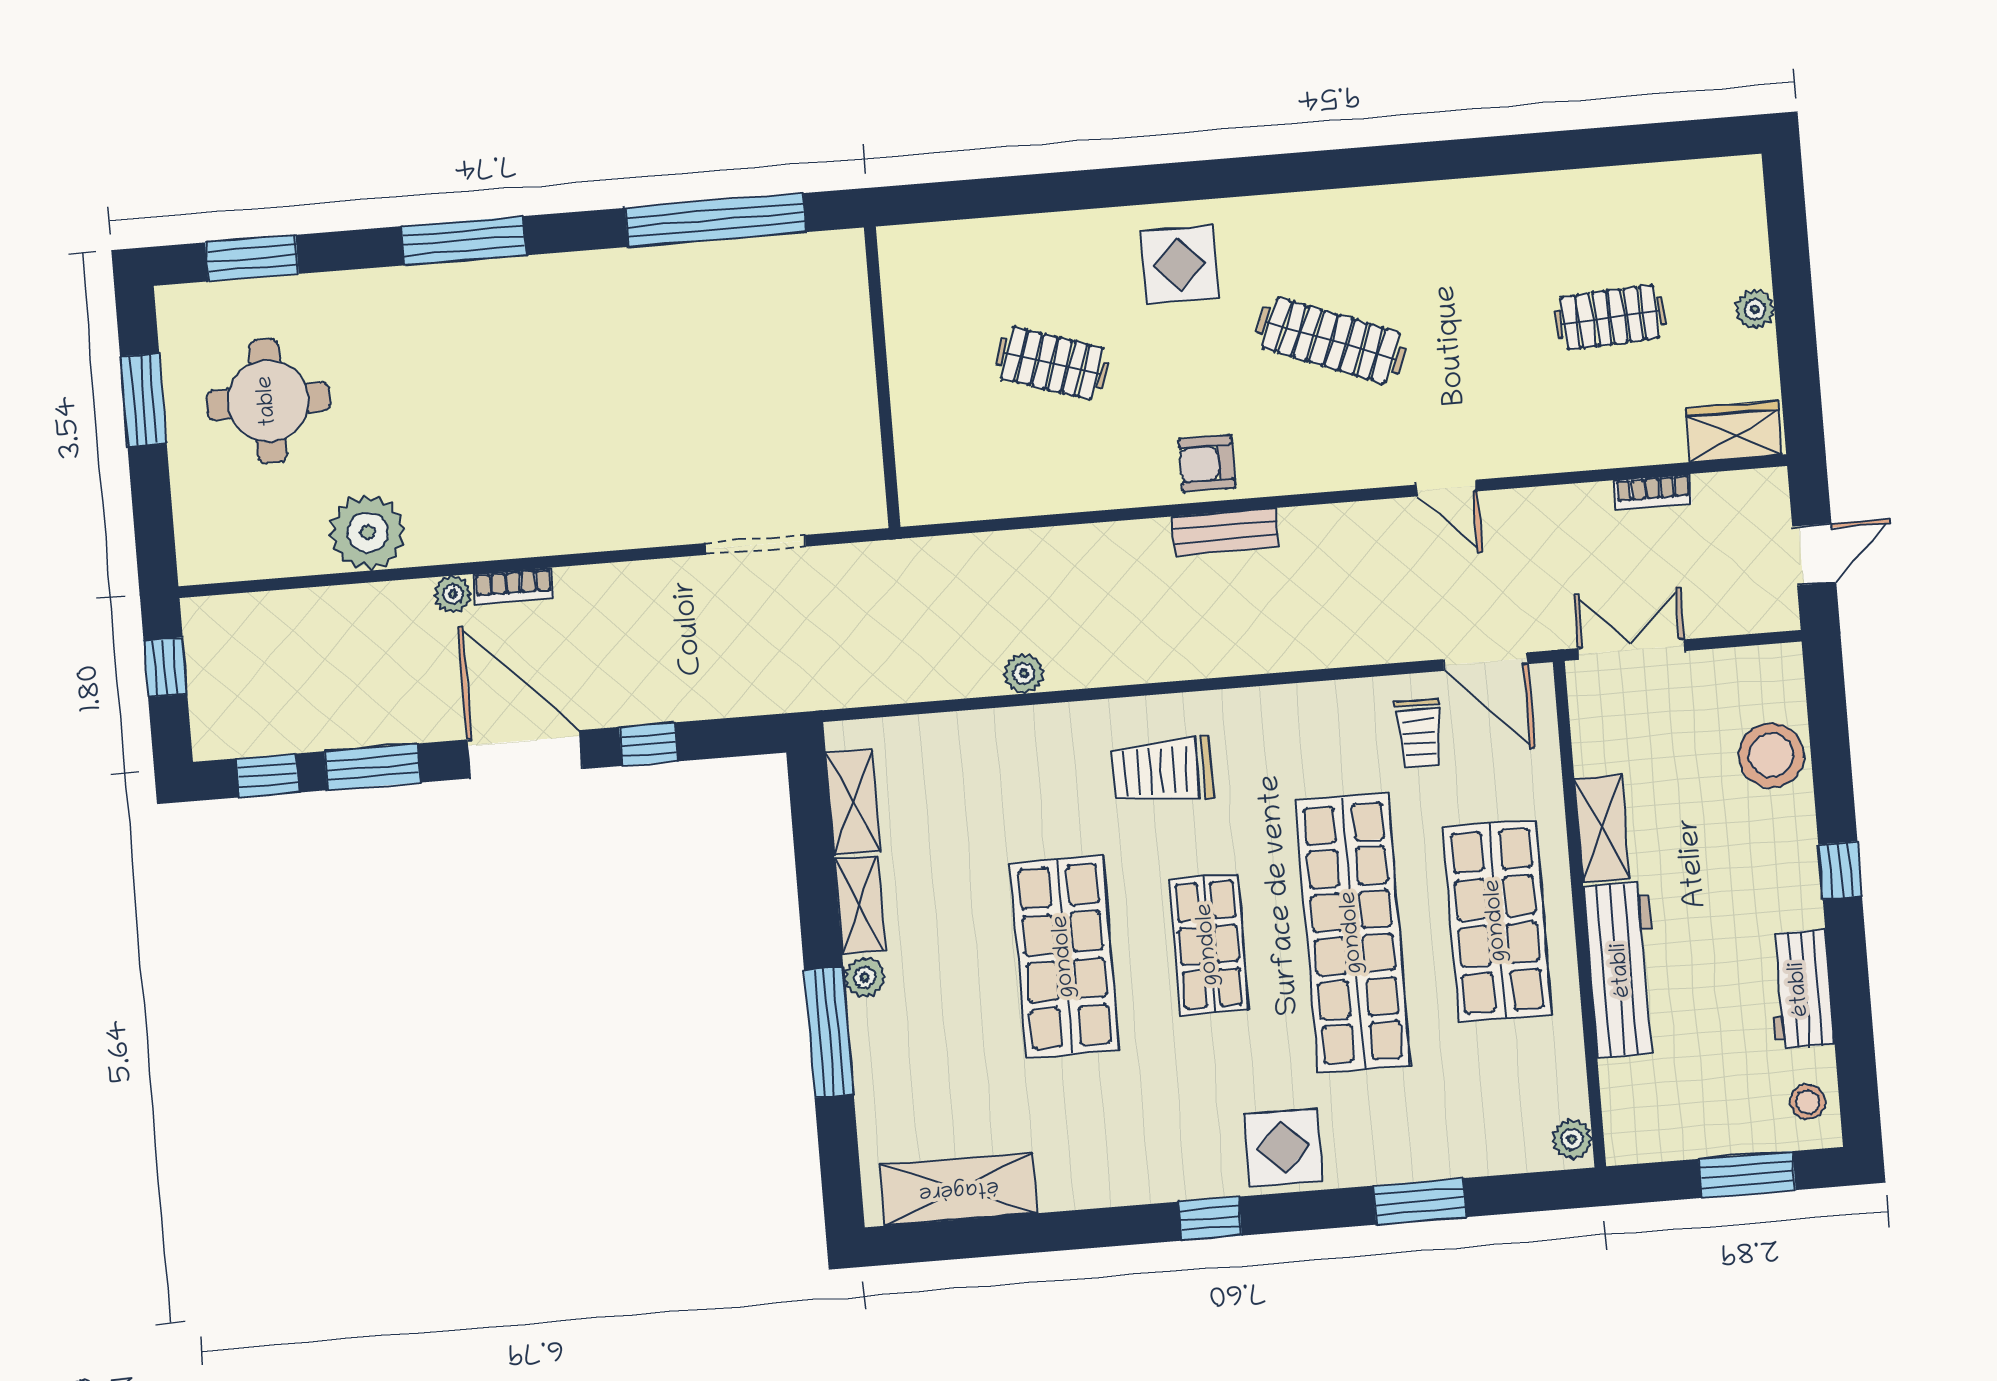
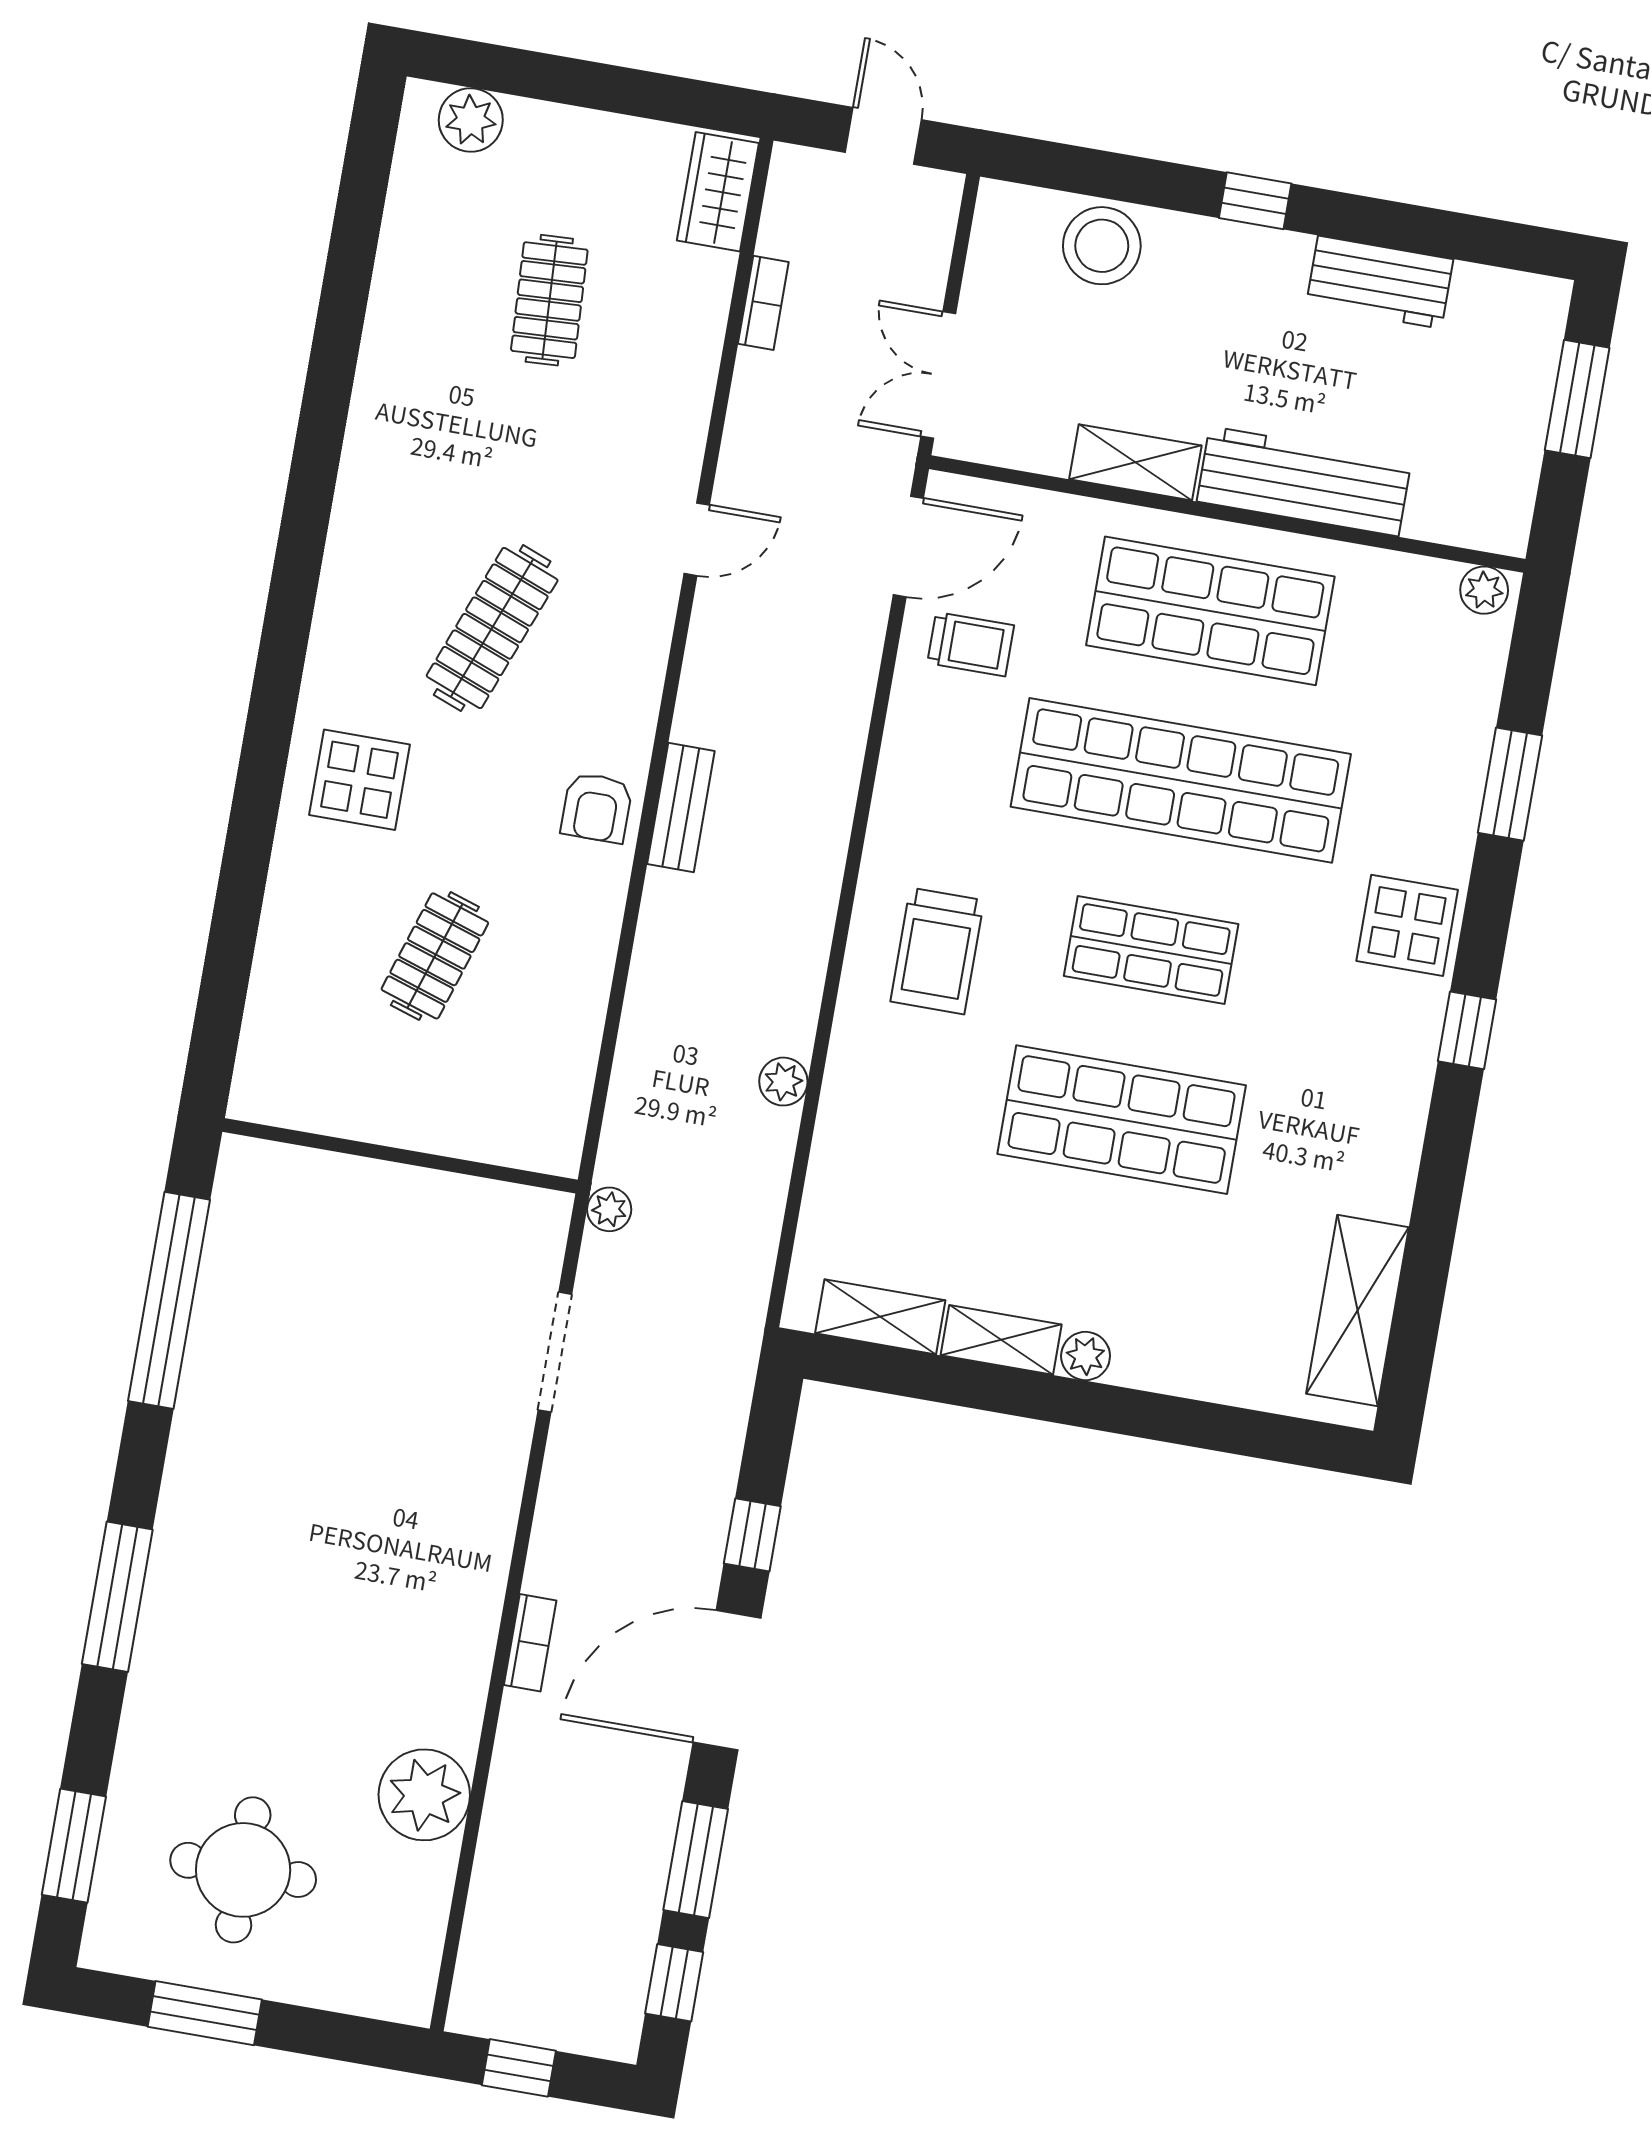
plant: (1755, 309) -> (471, 120), moved, width x1.38, depth x1.38
plant: (453, 594) -> (609, 1209), moved
window: (829, 1032) -> (1138, 1413), removed
stool: (1808, 1102) -> (1512, 308), removed

